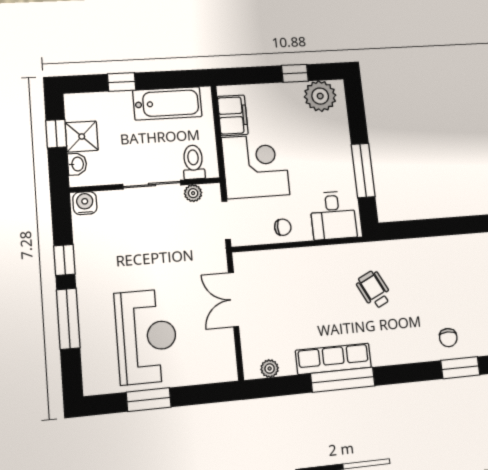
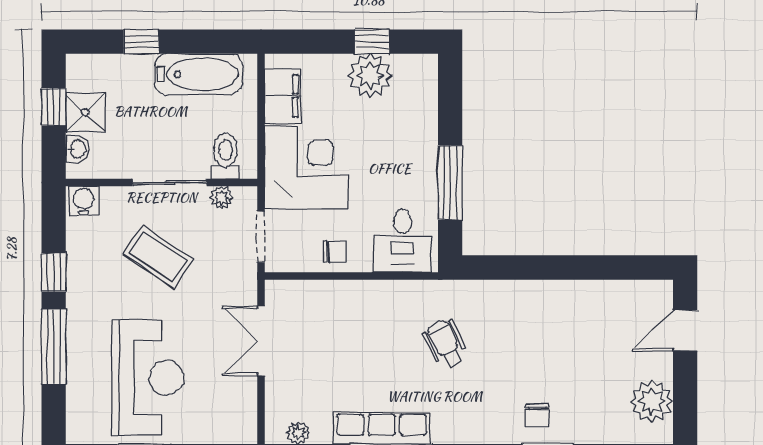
plant: (320, 96) -> (370, 75), moved
coffee table: (147, 241) -> (158, 257), added

